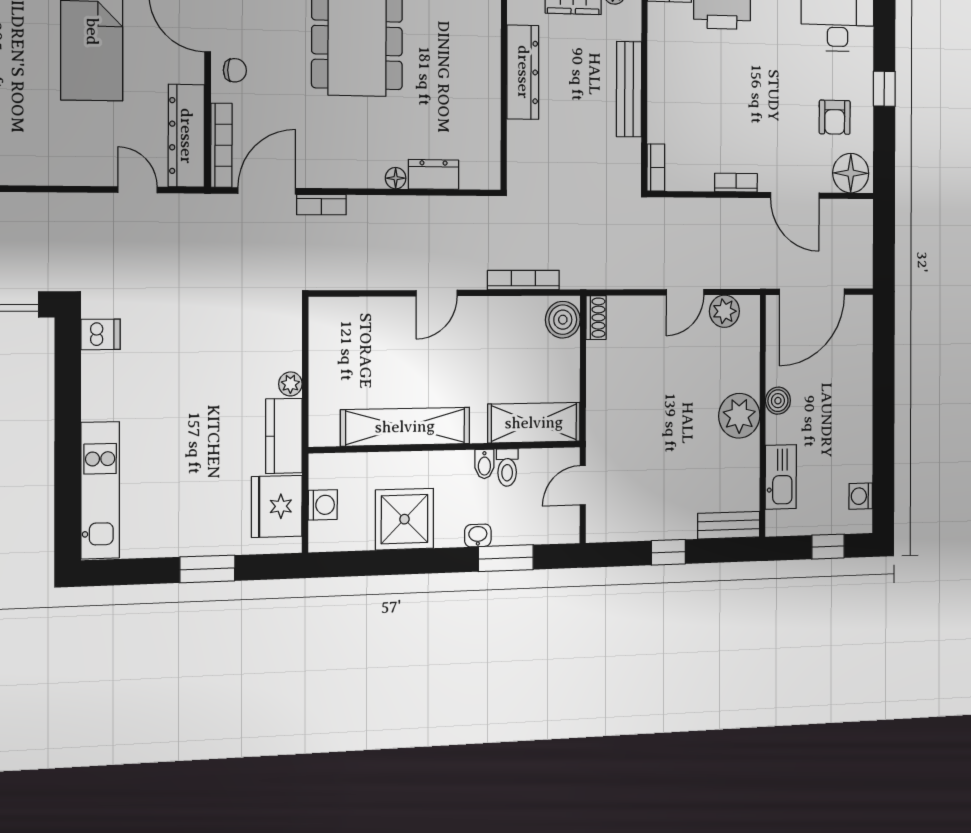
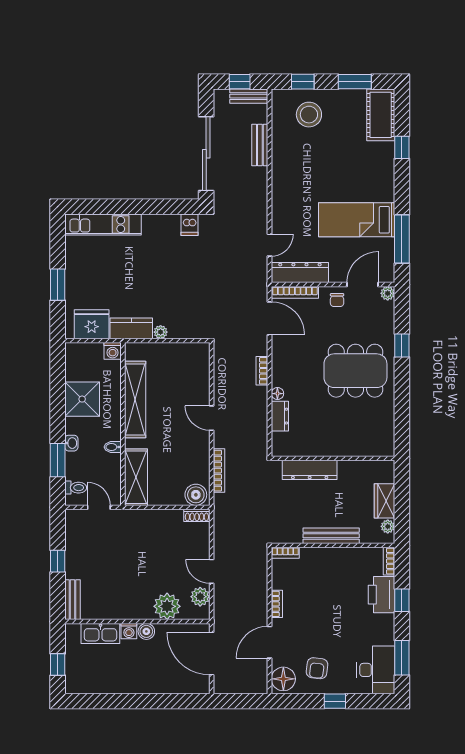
dresser: (523, 72) -> (310, 470), moved
armchair: (835, 117) -> (317, 668), turned -83
bookcase: (321, 205) -> (262, 371), moved
plant: (739, 416) -> (167, 606), moved
toilet: (507, 468) -> (76, 488), moved, turned 180
washing machine: (861, 496) -> (129, 631), moved, turned 180
washing machine: (323, 505) -> (113, 351), moved

